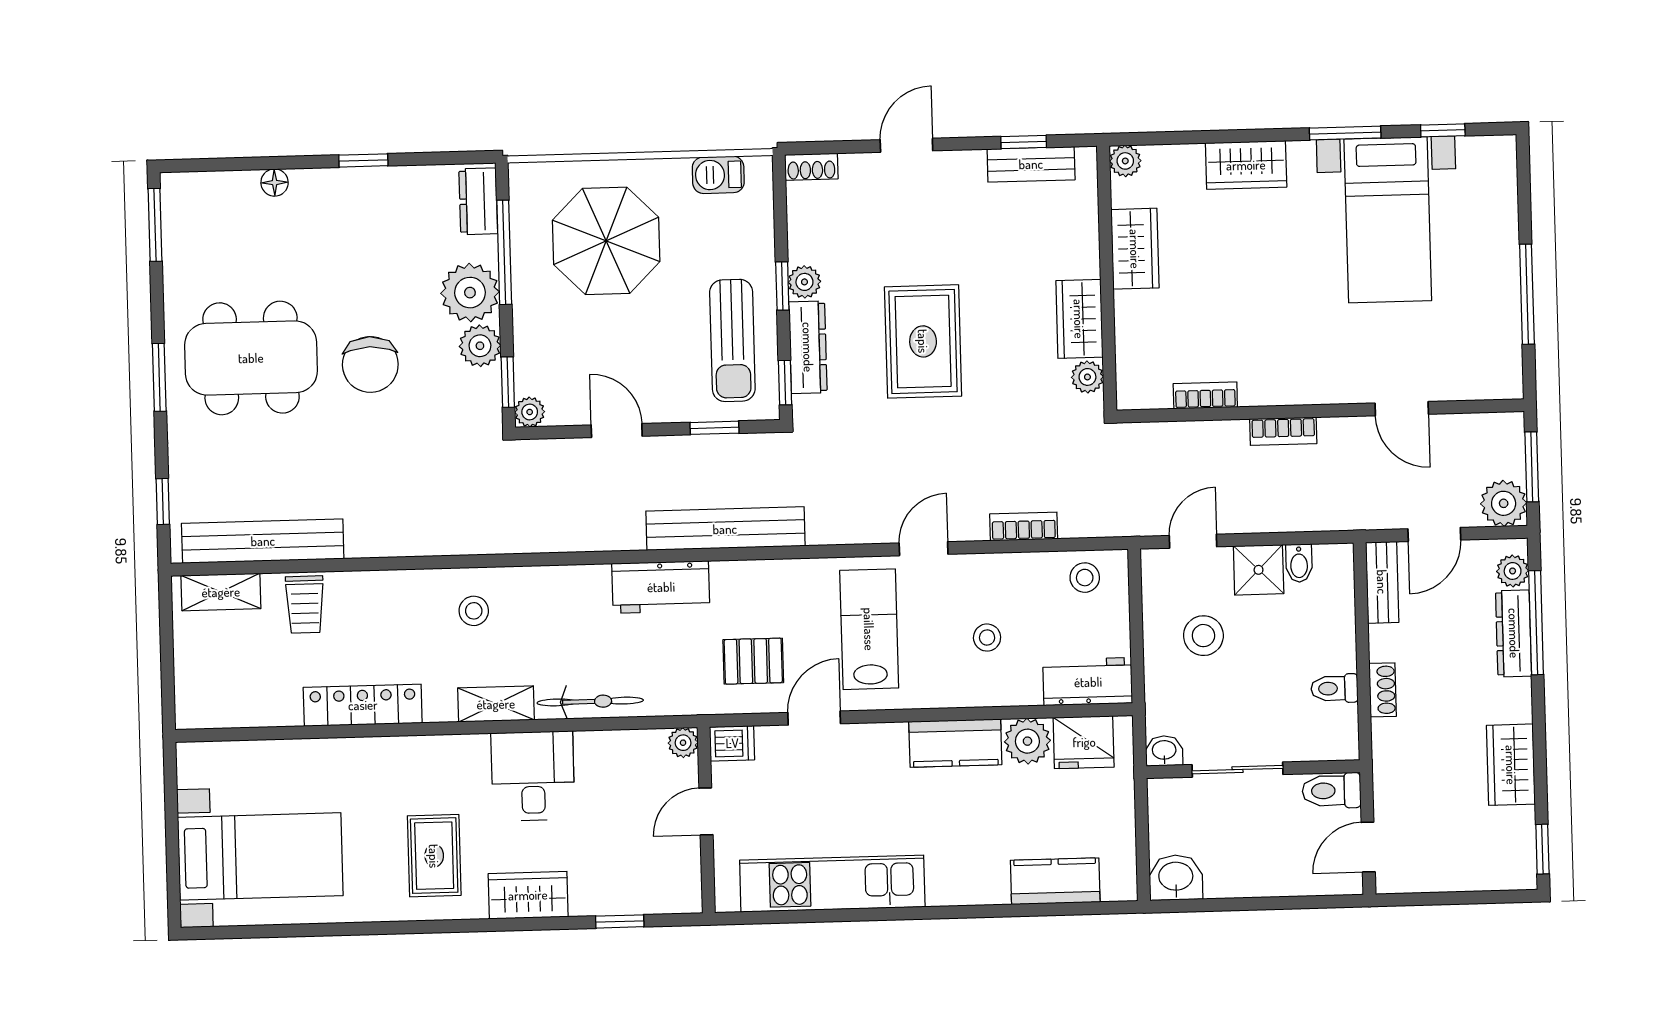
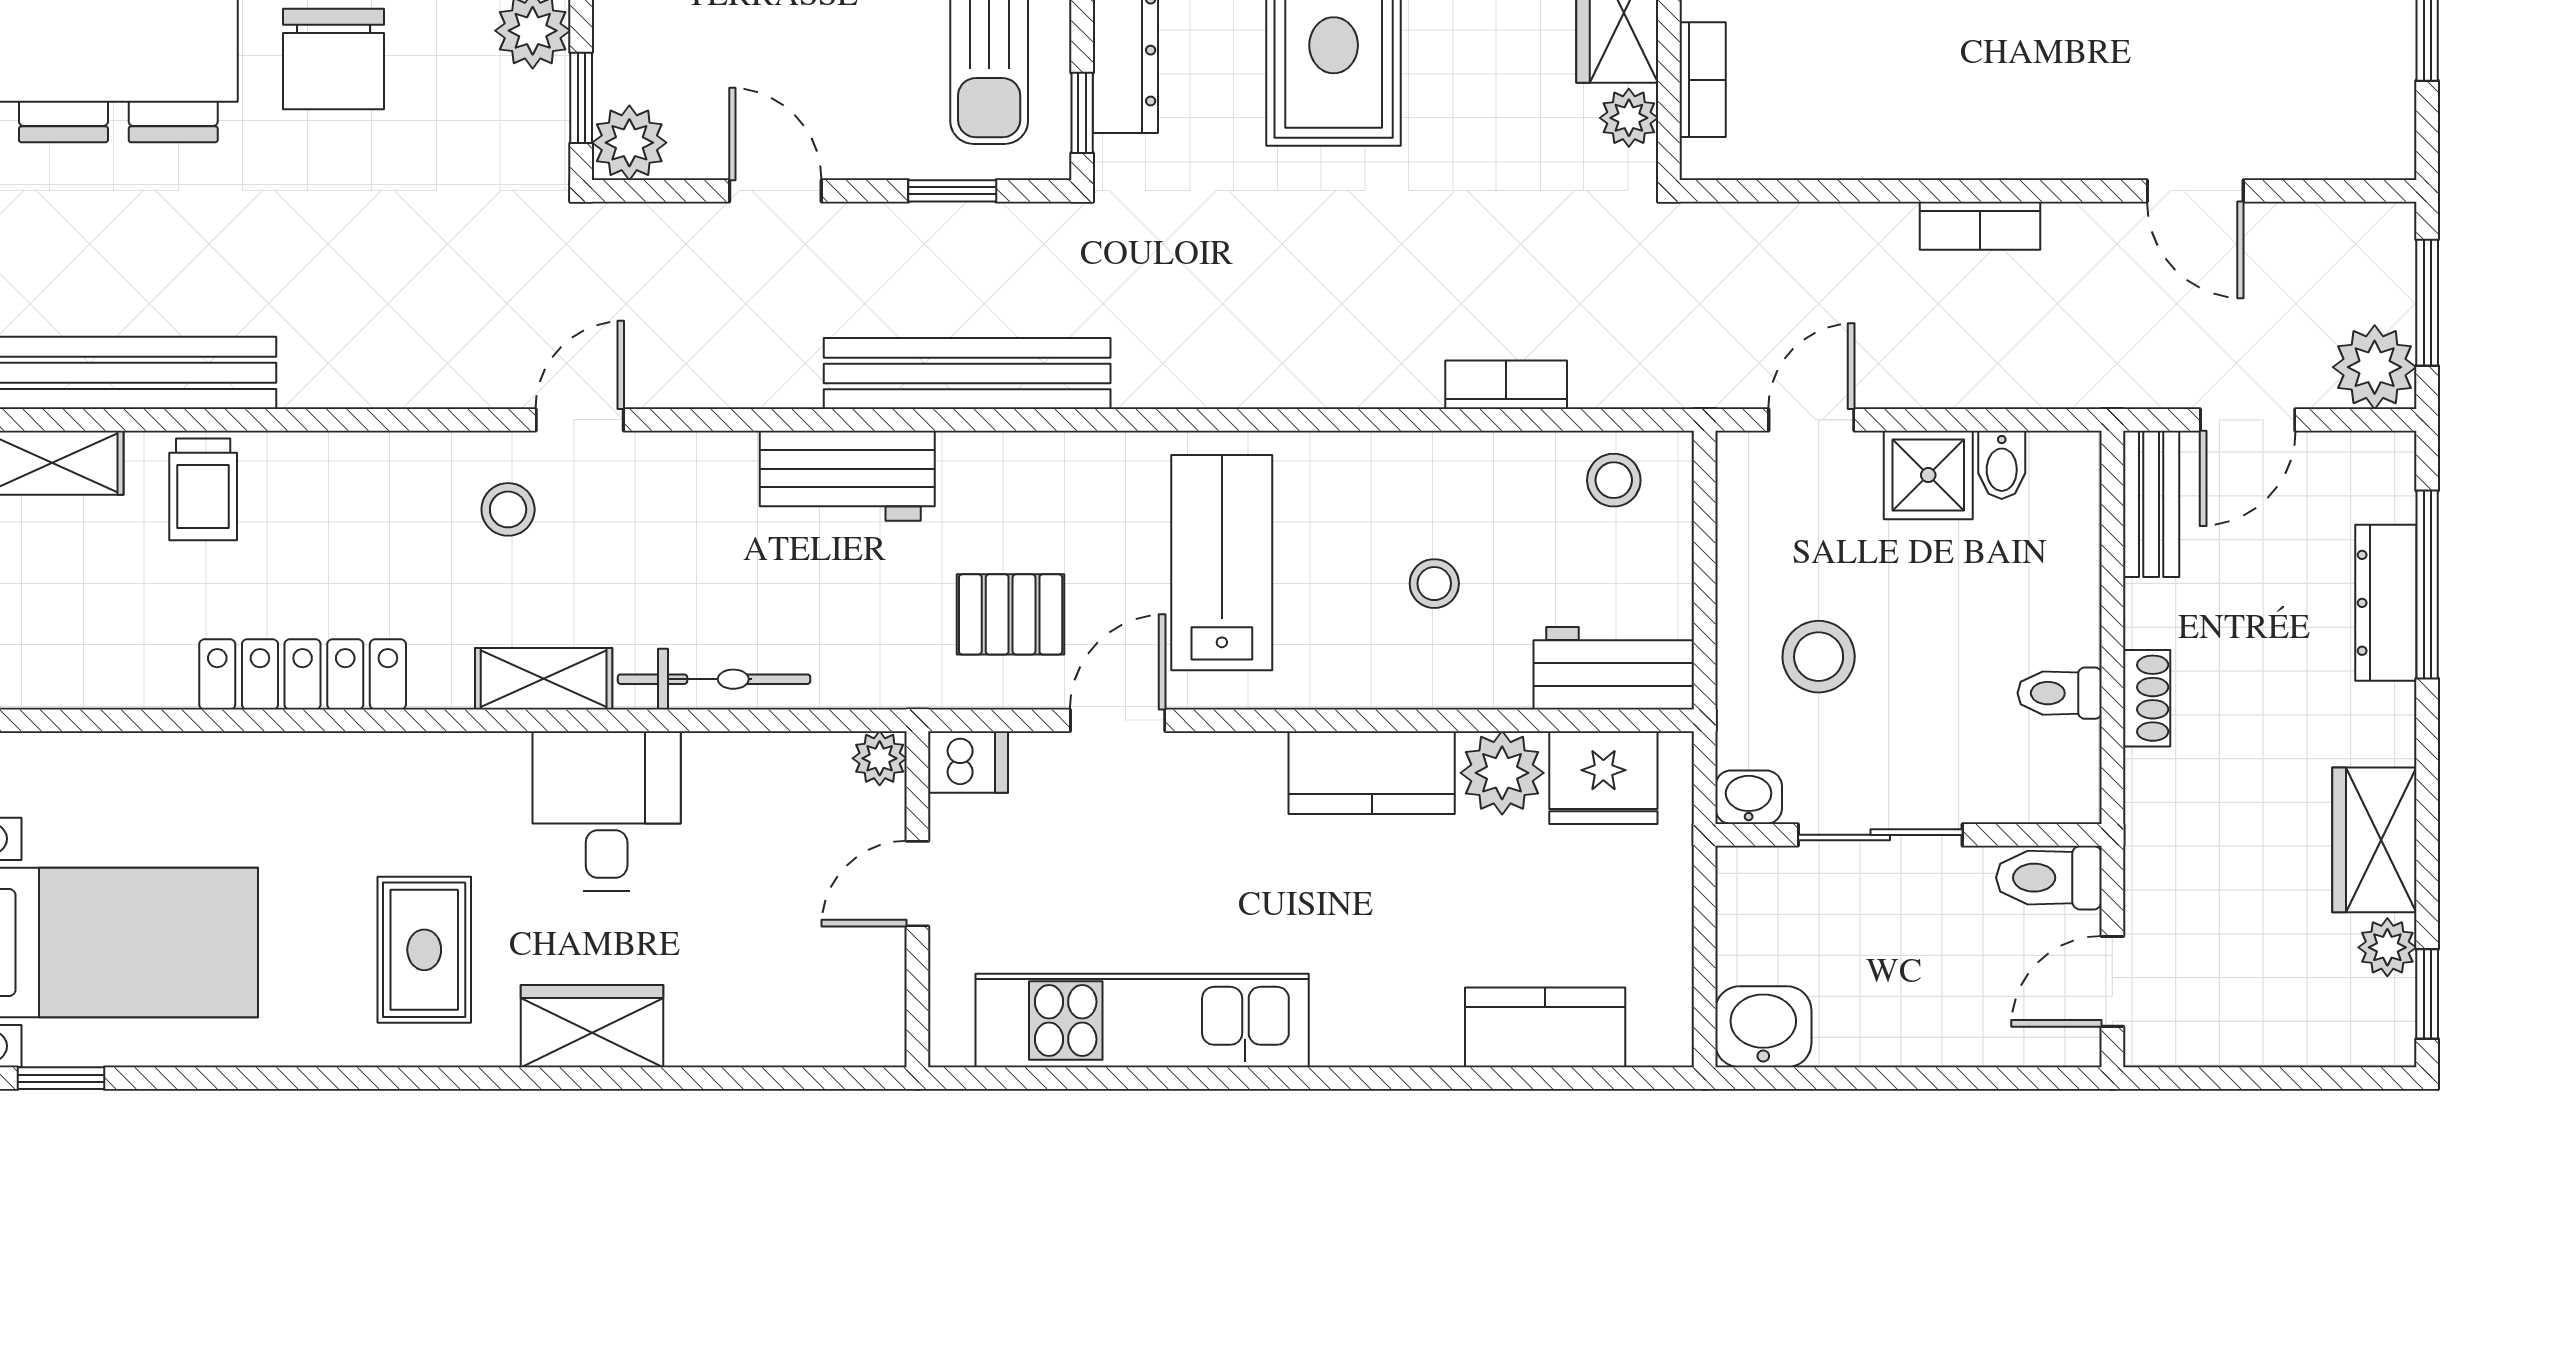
bookcase: (1205, 395) -> (1703, 80), moved, turned 90
plant: (530, 412) -> (629, 143), width x1.38, depth x1.38
door: (924, 549) -> (580, 420), moved
plant: (1513, 571) -> (2387, 947), moved
stool: (1203, 636) -> (1819, 657), moved
window: (620, 921) -> (61, 1078), moved

